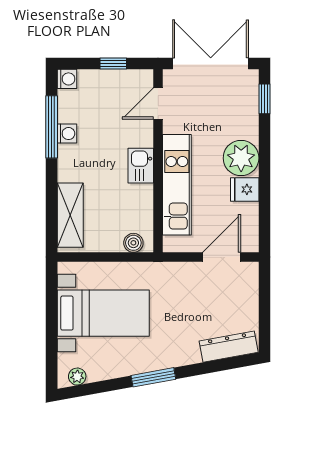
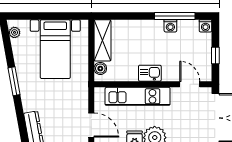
shelving: (70, 215) -> (102, 40), moved, turned 90

